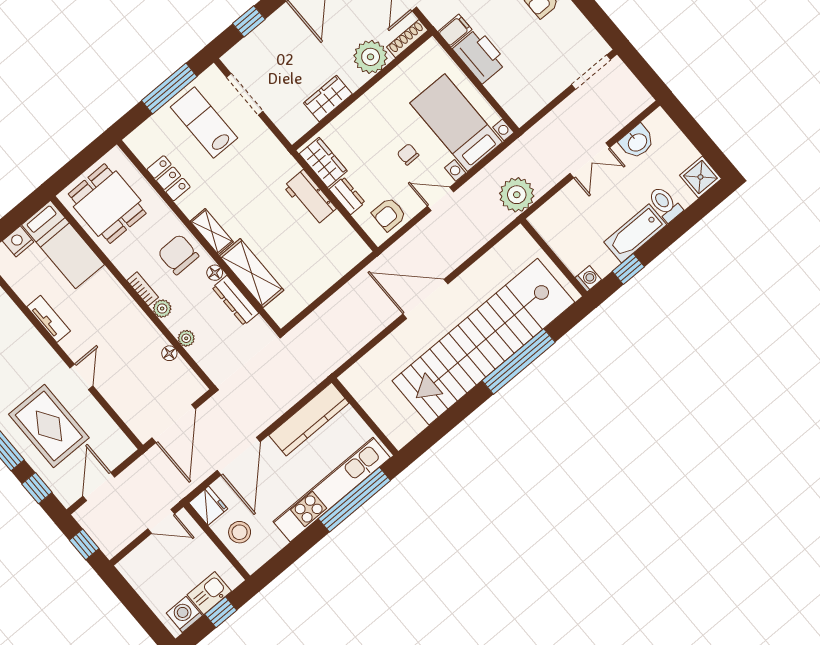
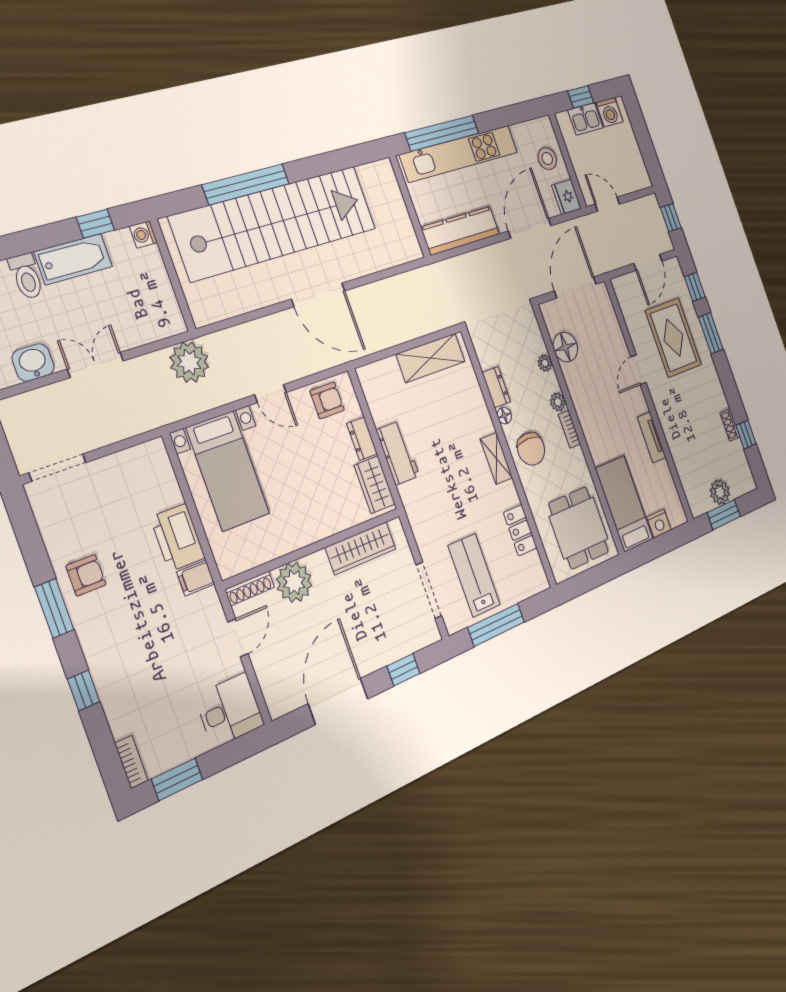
wardrobe: (328, 99) -> (361, 548), width x1.50
lab bench: (204, 122) -> (474, 575), turned 180
chair: (408, 154) -> (289, 457), removed
shelving: (252, 273) -> (431, 358), moved, turned 90
dresser: (235, 300) -> (496, 387), width x0.70
floor lamp: (169, 353) -> (565, 347), width x1.89, depth x1.89

